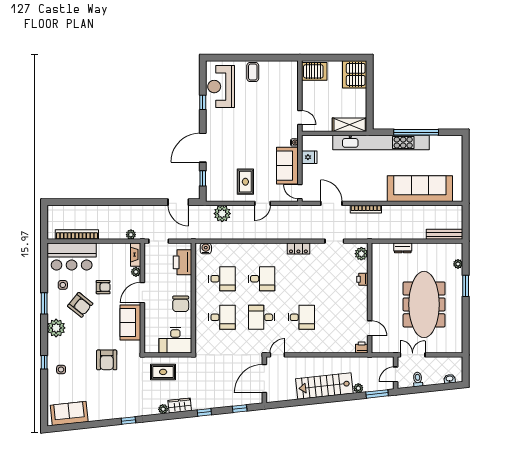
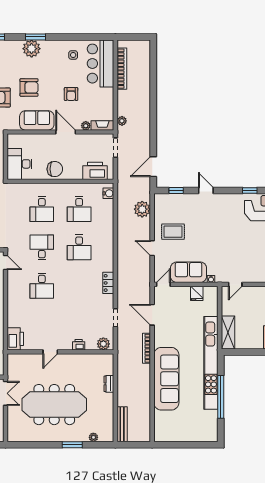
door: (203, 148) -> (206, 190), width x0.53
sofa: (420, 189) -> (166, 379), moved
door: (331, 203) -> (152, 315), swing flipped
window: (44, 303) -> (35, 37), moved
chair: (181, 304) -> (55, 169), turned 180
armchair: (80, 305) -> (29, 87), moved, turned -129
door: (370, 328) -> (50, 352), moved
printer: (362, 347) -> (15, 339), width x1.87, depth x1.48

